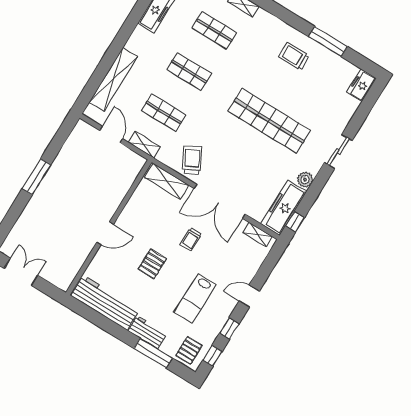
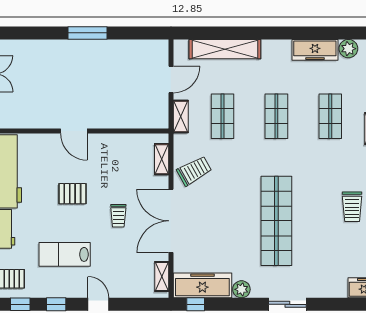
trolley: (294, 56) -> (352, 207), turned 180
shelving: (167, 181) -> (162, 159), width x0.67, depth x0.75
trolley: (191, 239) -> (118, 216), turned -90

